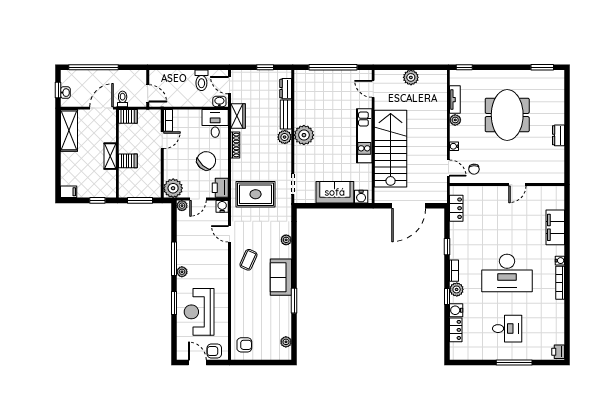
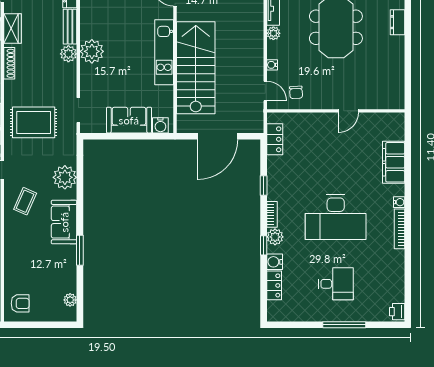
dresser: (558, 135) -> (398, 22), moved
plant: (286, 240) -> (65, 177), width x1.88, depth x1.88

